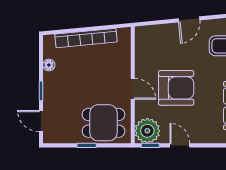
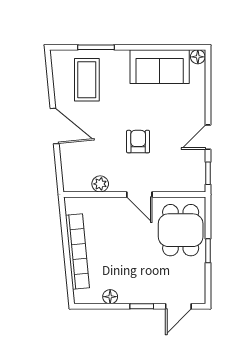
door: (189, 19) -> (55, 126), width x1.38
armchair: (176, 88) -> (138, 142), width x0.53, depth x0.53
door: (133, 89) -> (139, 194), swing flipped
plant: (147, 131) -> (100, 184), moved, width x0.53, depth x0.53

